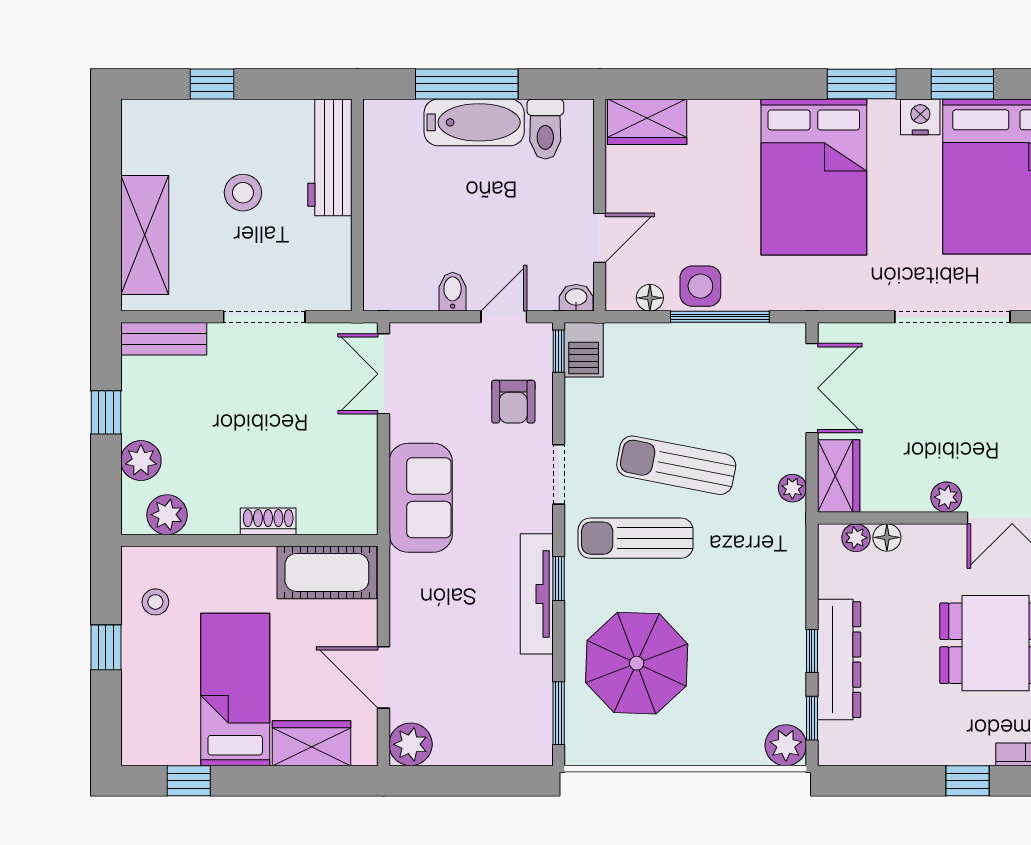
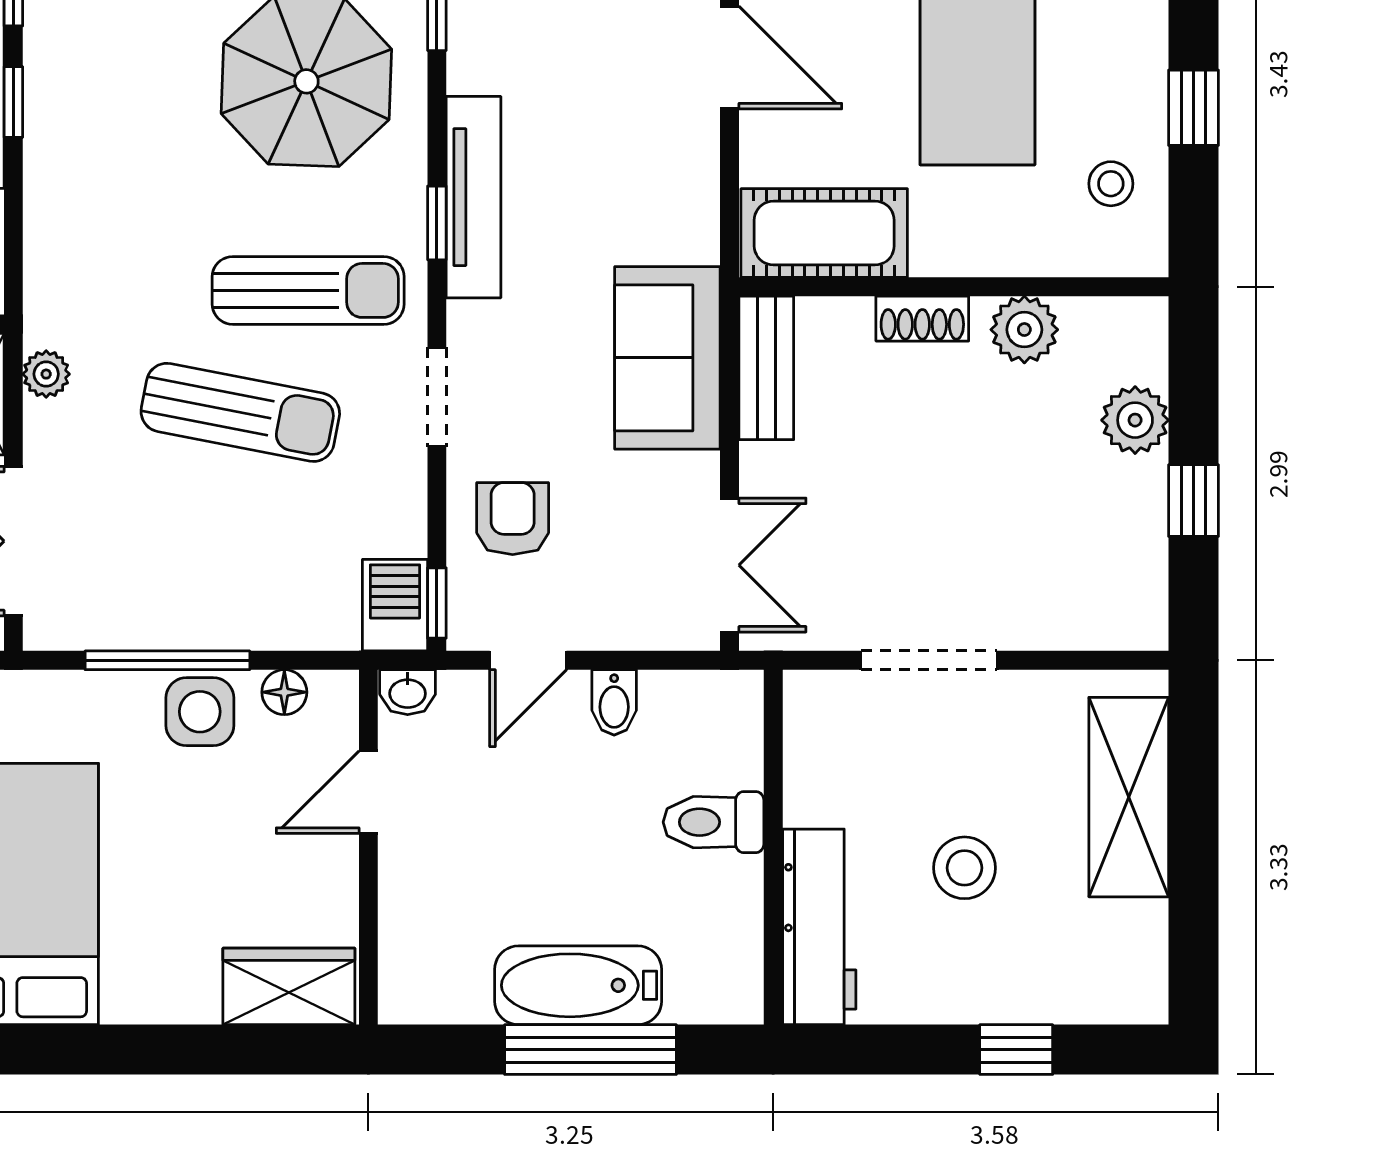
toilet: (545, 129) -> (713, 822), moved, turned -90
bench: (164, 339) -> (766, 368), moved, turned 90
plant: (167, 515) -> (1024, 330), moved

